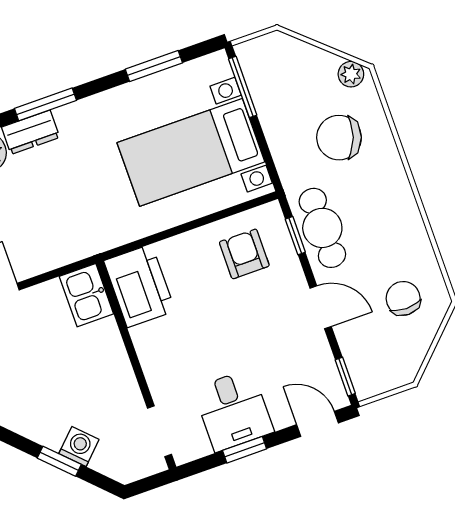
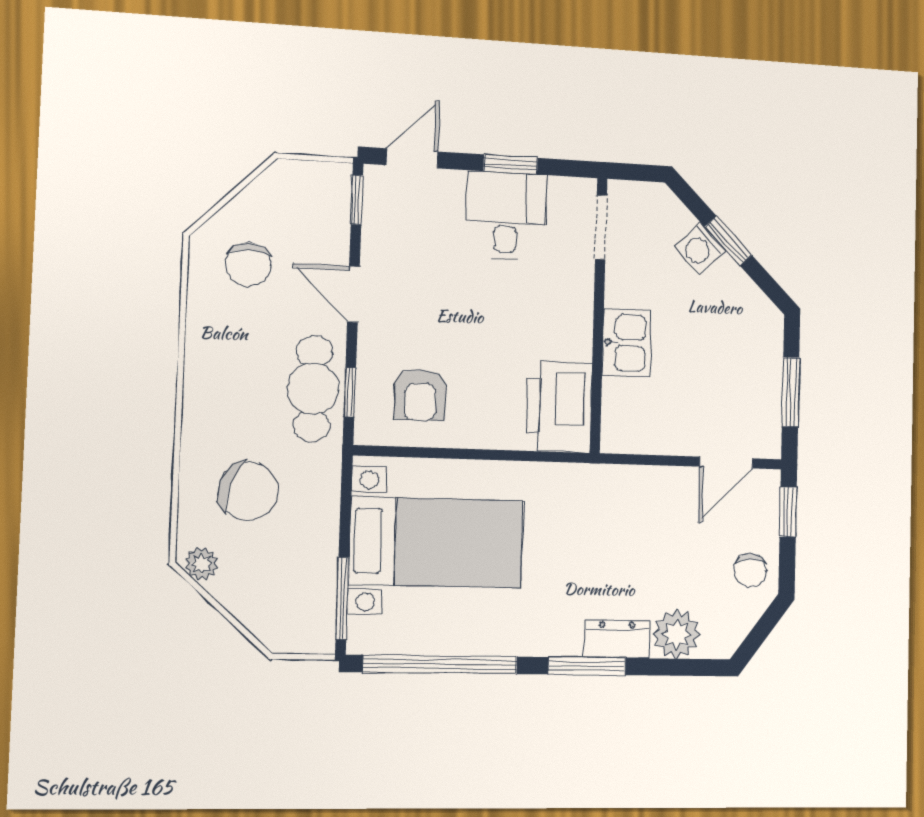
window: (154, 66) -> (440, 664), width x2.11
kitchen sink: (86, 295) -> (627, 343), moved
door: (318, 424) -> (412, 158), swing flipped

